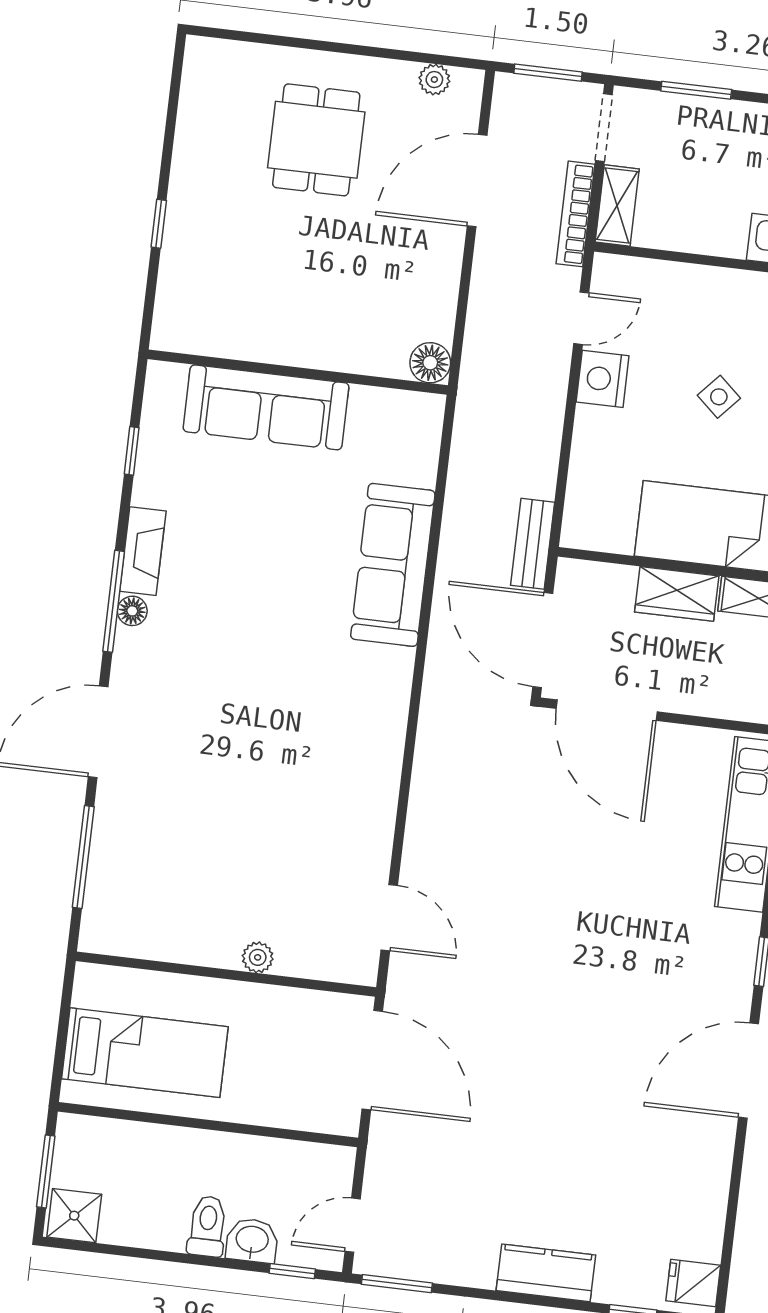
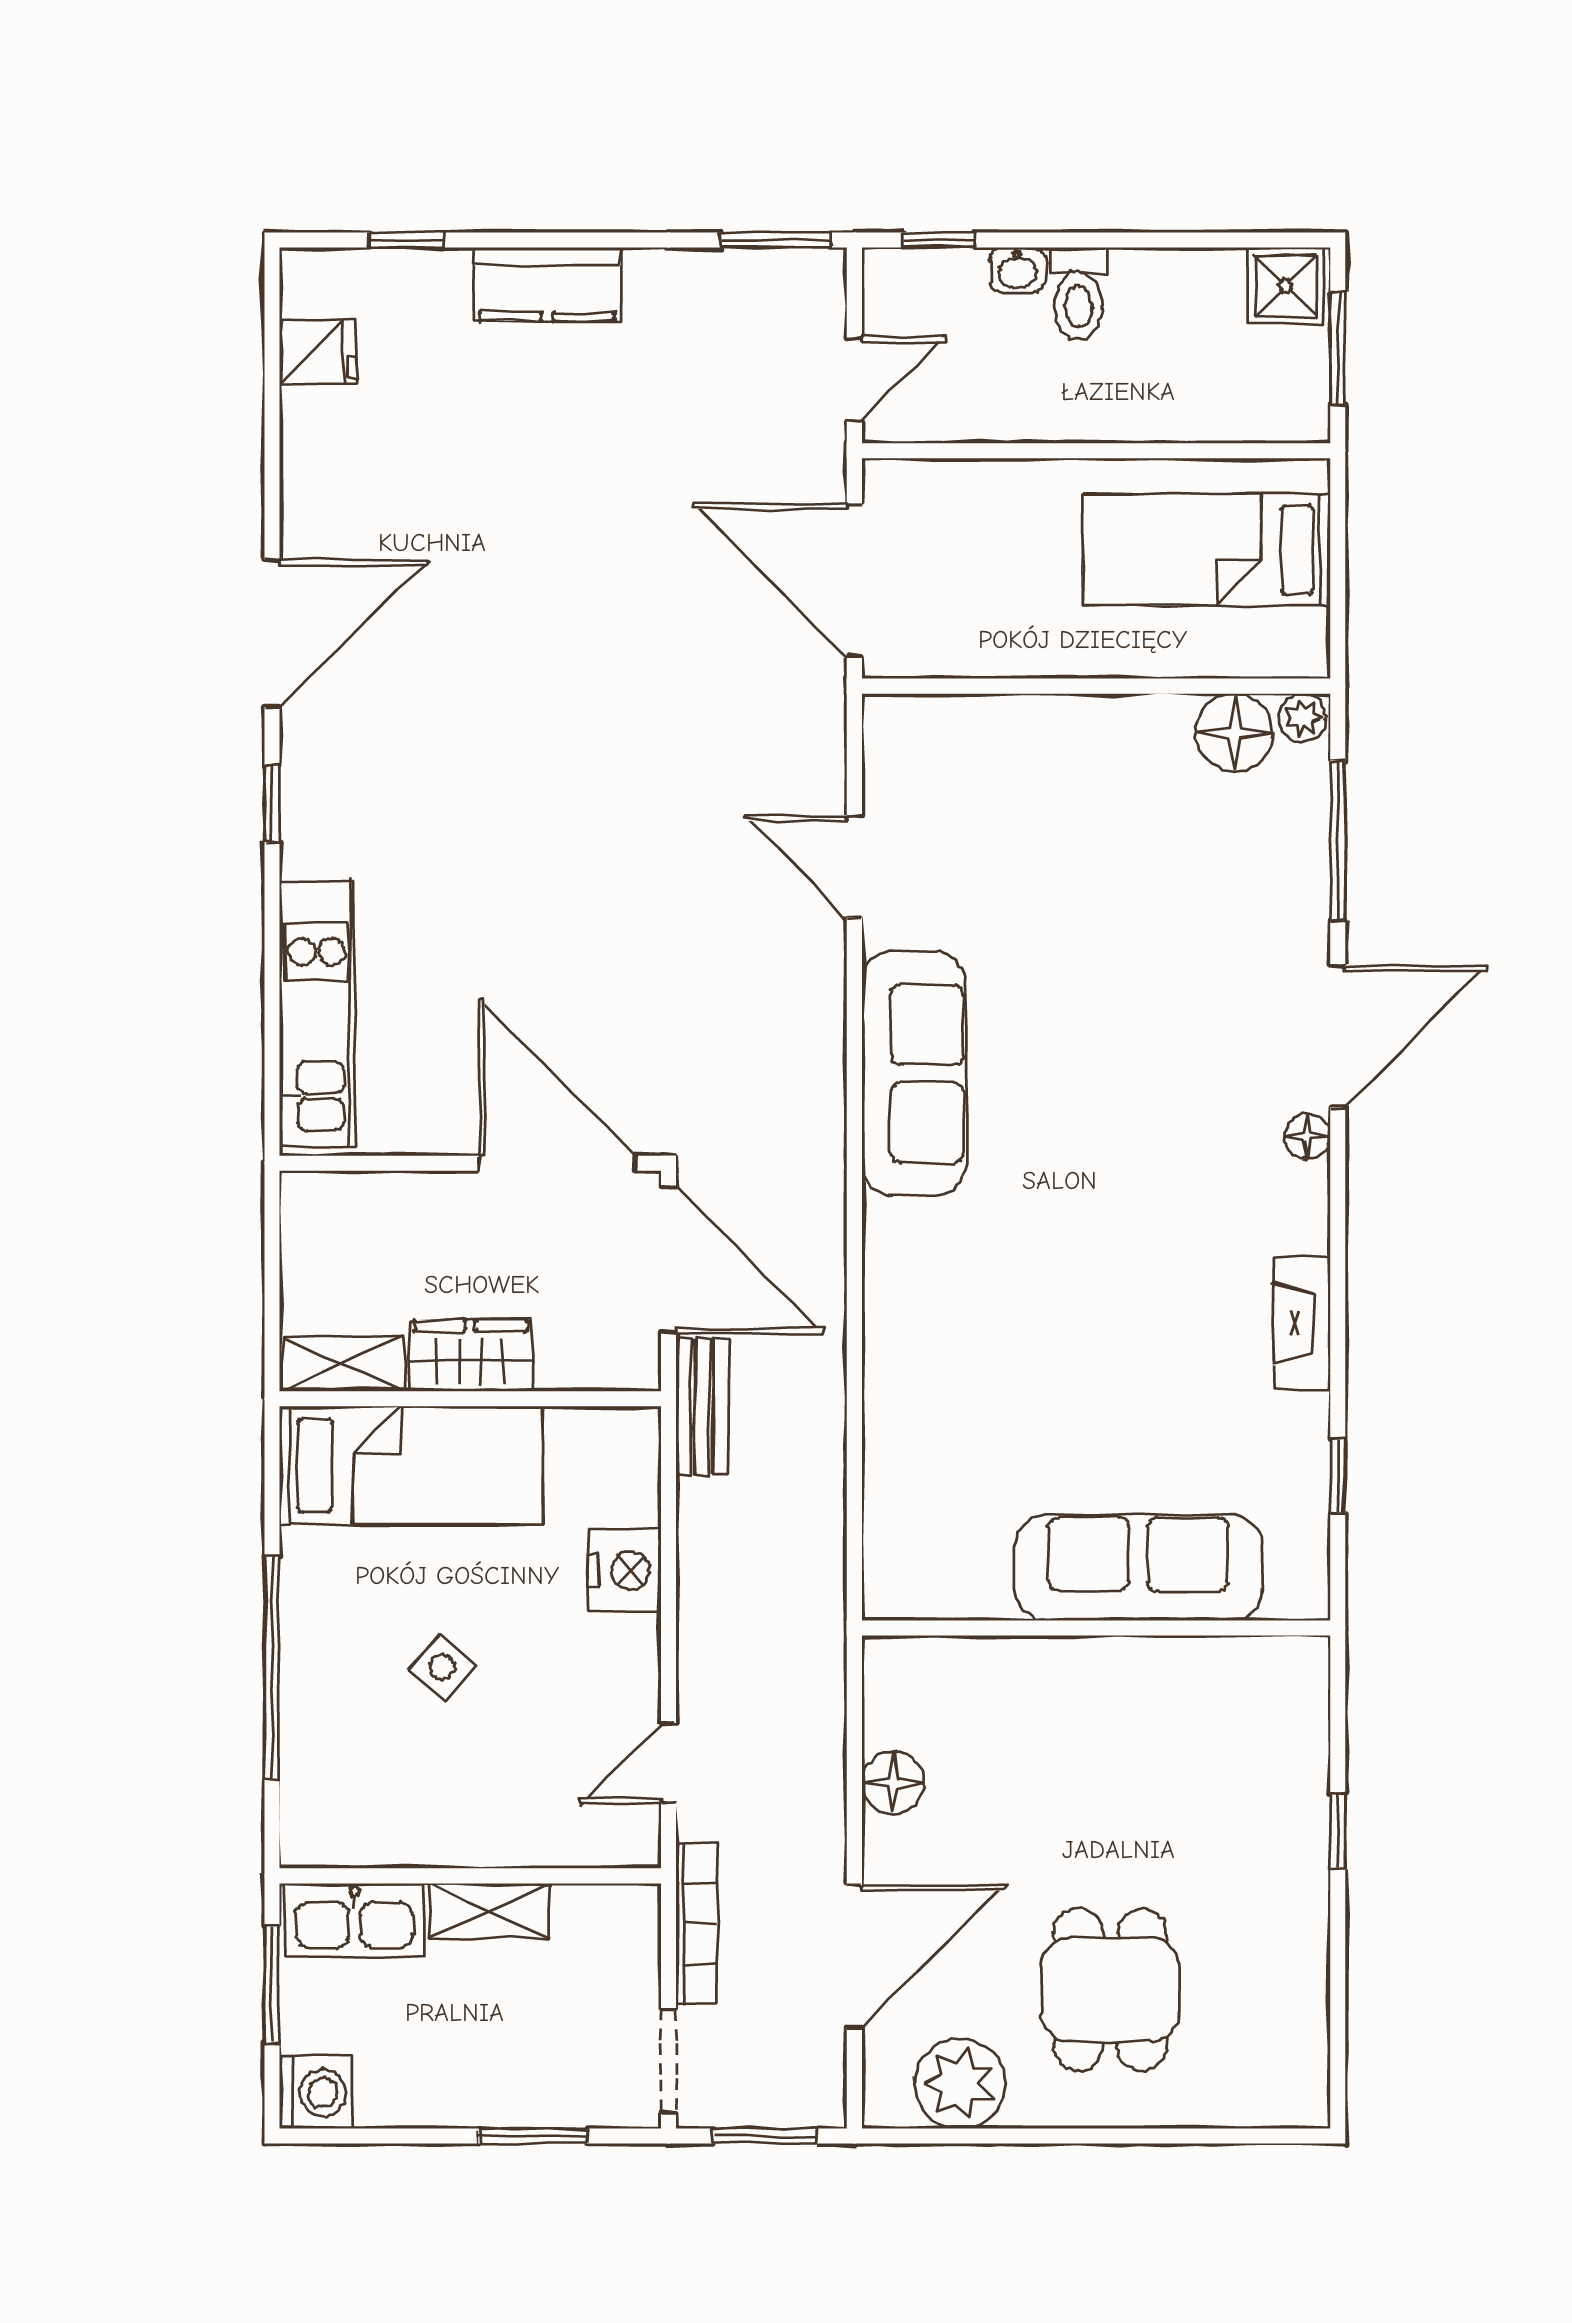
plant: (434, 80) -> (960, 2083), width x1.88, depth x1.88
shelving: (617, 205) -> (490, 1911), moved, turned 90
floor lamp: (430, 363) -> (893, 1783), moved
nightstand: (603, 379) -> (625, 1570), moved
sofa: (393, 565) -> (914, 1073), moved
window: (114, 601) -> (1338, 1241), removed
floor lamp: (132, 611) -> (1307, 1136), moved
door: (389, 918) -> (854, 866), moved
floor lamp: (141, 934) -> (1234, 732), added
plant: (258, 957) -> (1302, 718), moved
door: (353, 1225) -> (854, 379), moved
washbasin: (252, 1240) -> (1017, 270), width x0.72, depth x0.69
fridge: (693, 1283) -> (318, 352), moved

